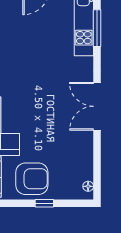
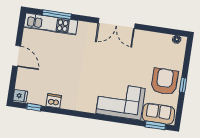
window: (44, 203) -> (183, 85), moved

